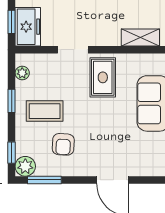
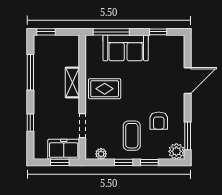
shelving: (140, 38) -> (72, 82), moved
doorway: (73, 50) -> (82, 126), moved
armchair: (63, 144) -> (159, 121), turned 87
window: (12, 153) -> (149, 162), moved

